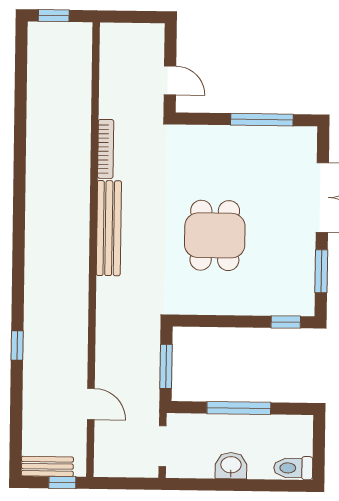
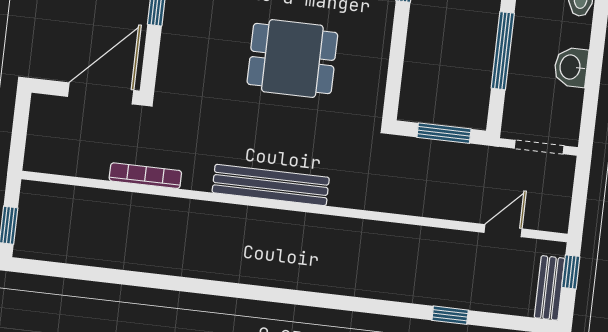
door: (170, 80) -> (101, 93), width x1.88
bookcase: (106, 149) -> (145, 176), moved
window: (17, 346) -> (450, 315), moved
door: (91, 404) -> (503, 231), moved

